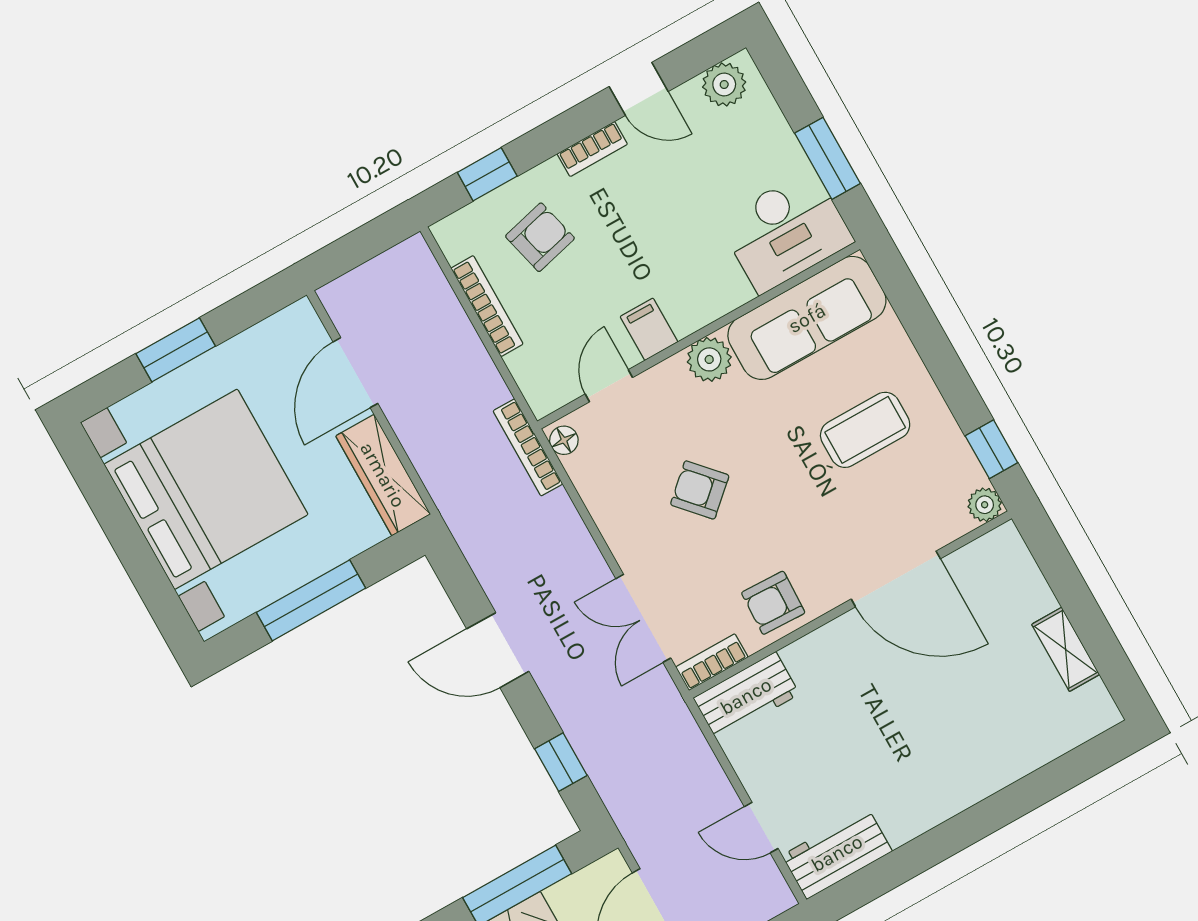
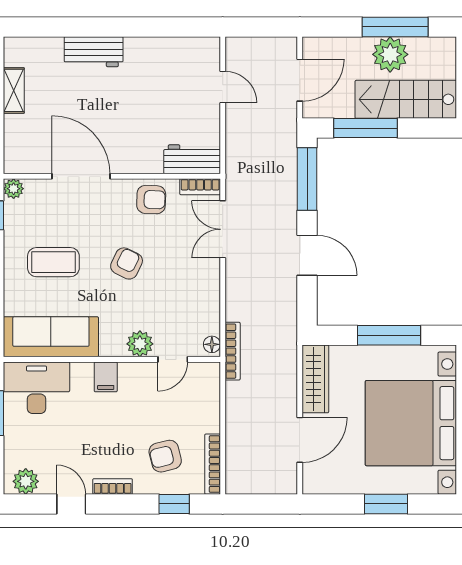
bookcase: (487, 306) -> (213, 464), moved
filing cabinet: (649, 329) -> (106, 377), moved
plant: (709, 359) -> (140, 344), moved
armchair: (700, 490) -> (127, 263), moved, turned -112
double door: (643, 618) -> (223, 229), swing flipped
window: (561, 762) -> (307, 179), width x2.17
workbench: (837, 853) -> (94, 52), moved

